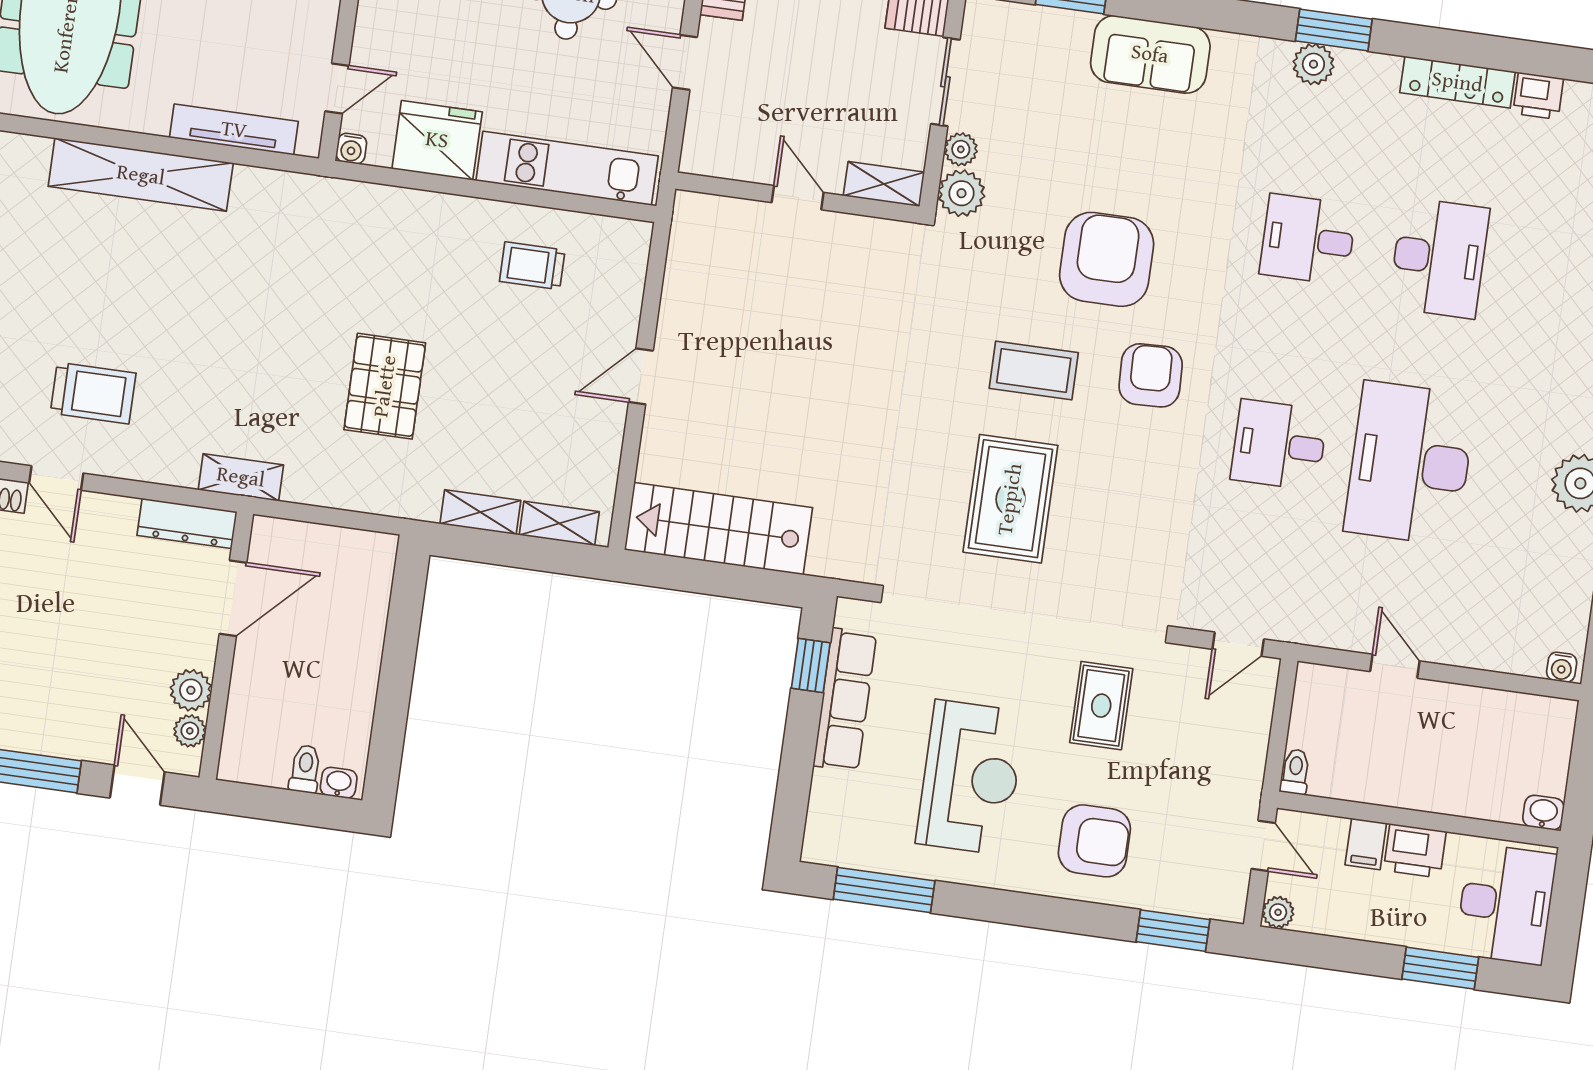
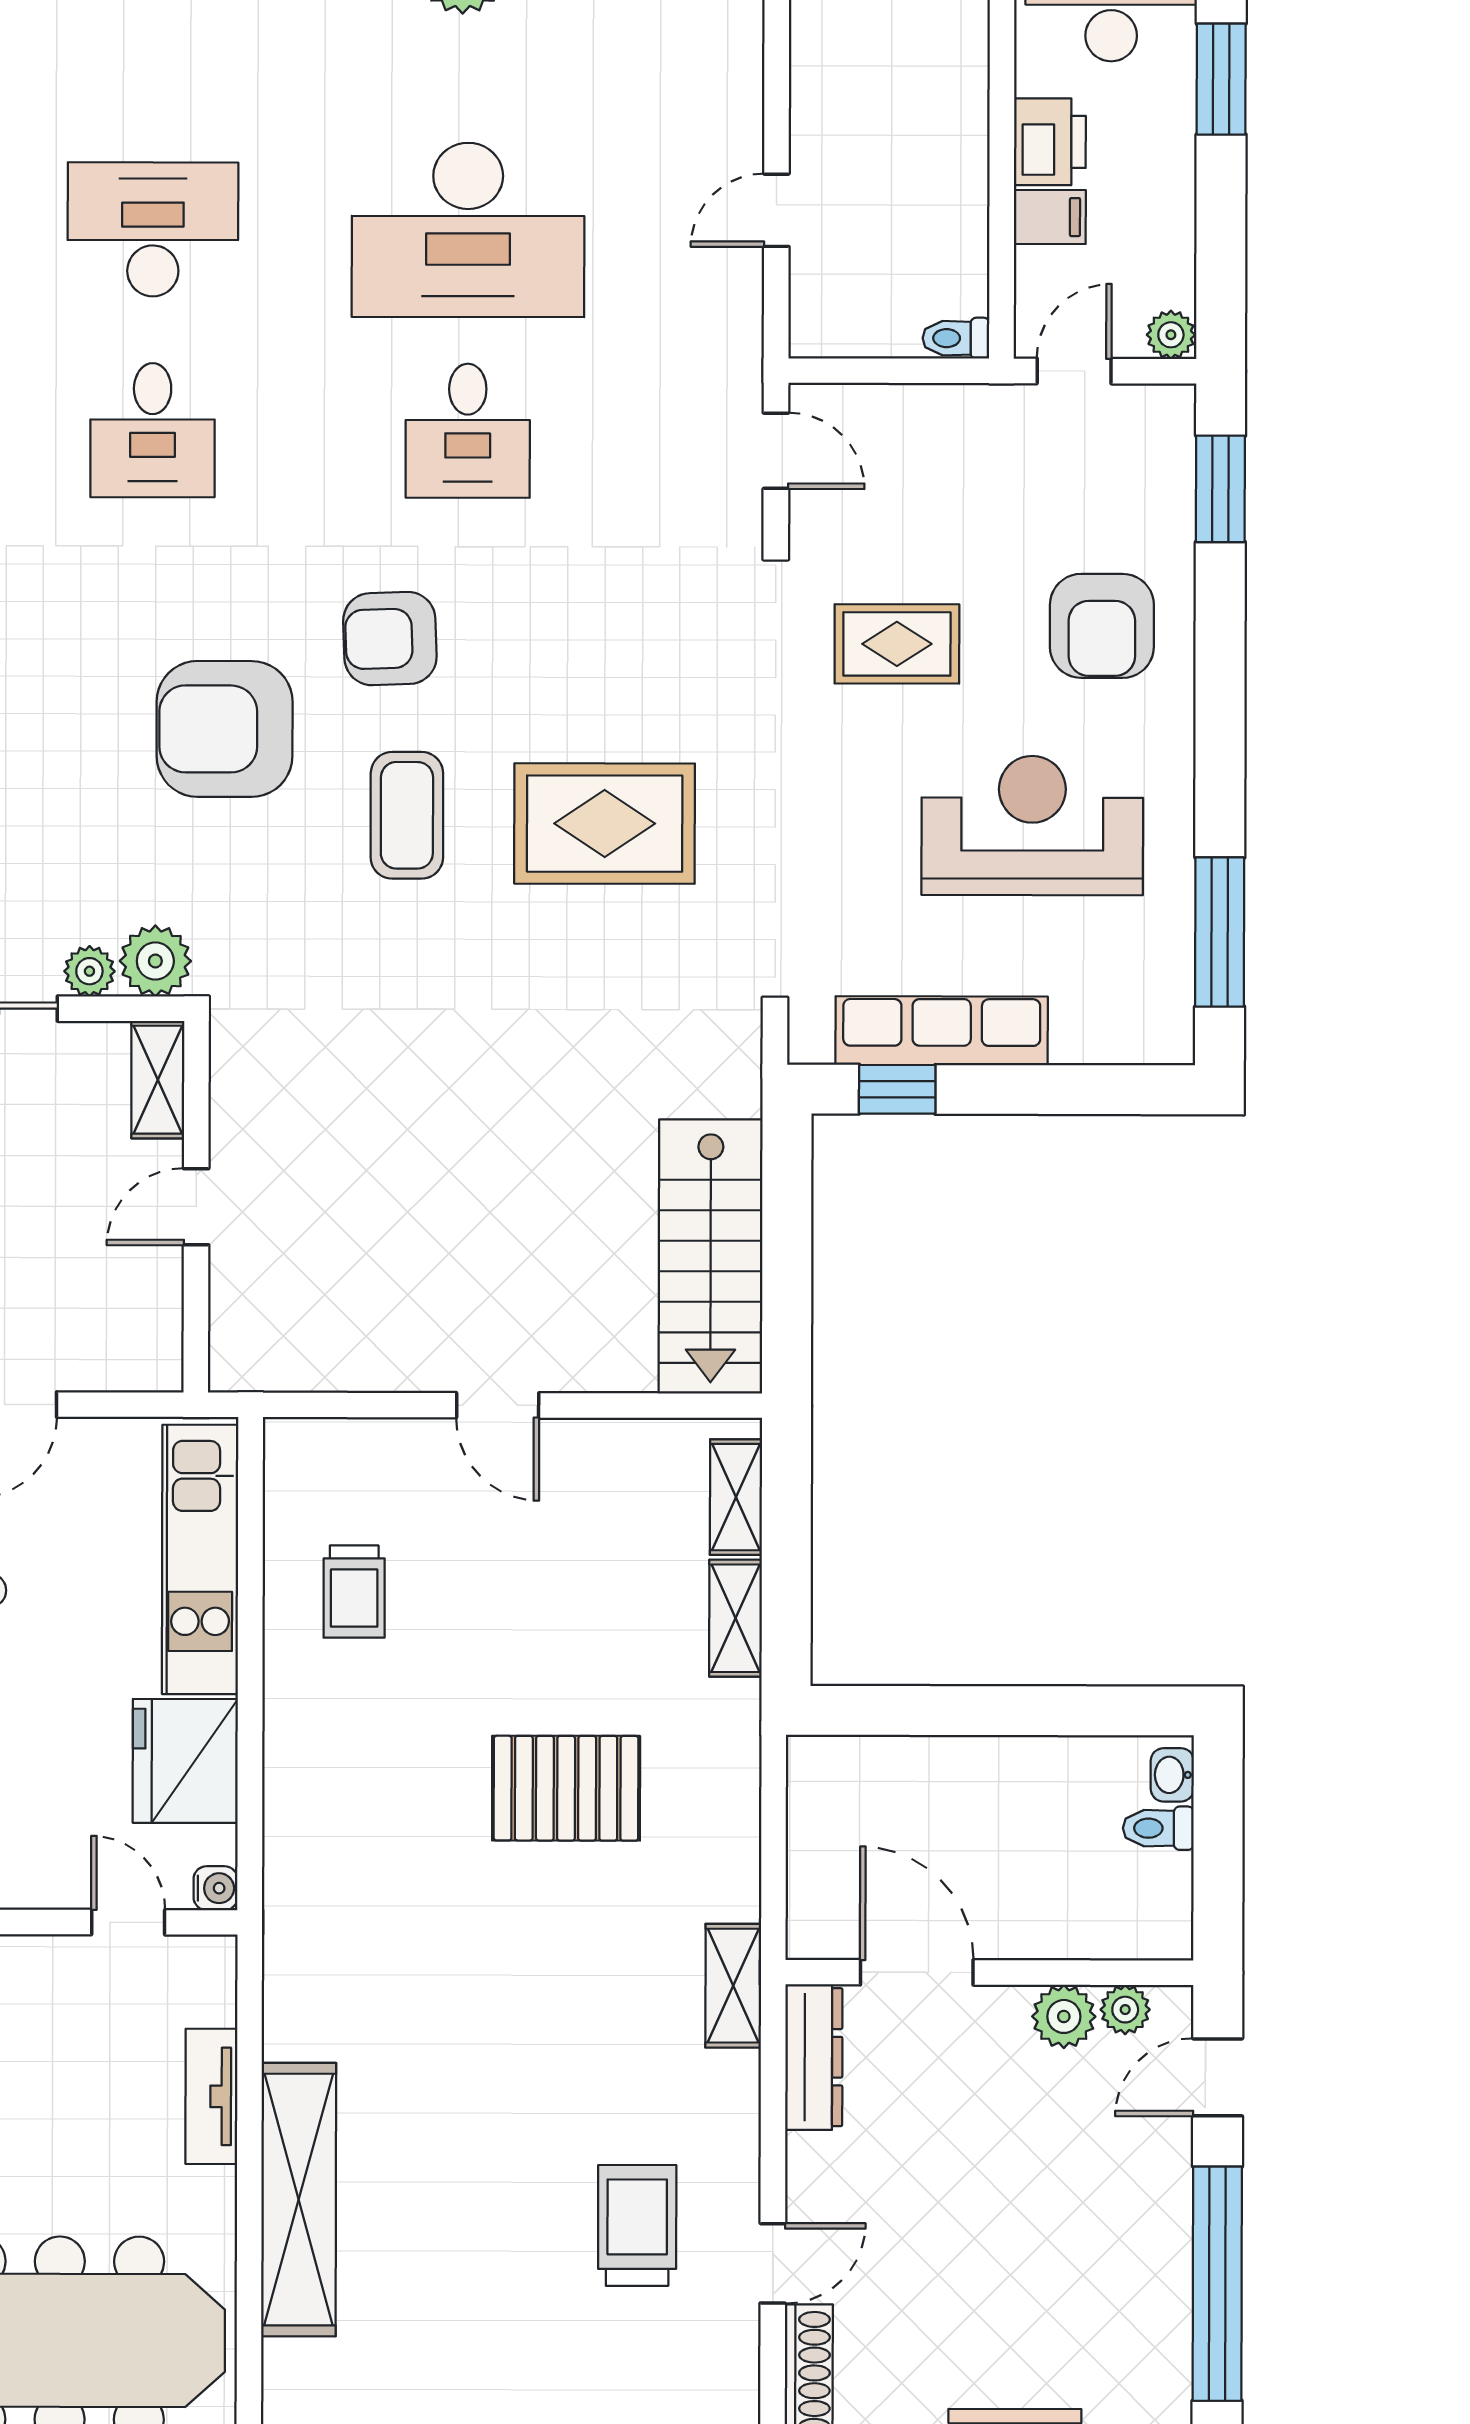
tv unit: (234, 130) -> (211, 2096), width x0.71
armchair: (1094, 841) -> (1102, 626), turned 180

